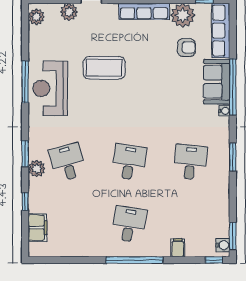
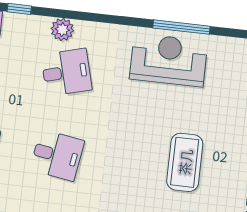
coffee table: (104, 68) -> (185, 162), moved
window: (25, 154) -> (84, 16), removed

